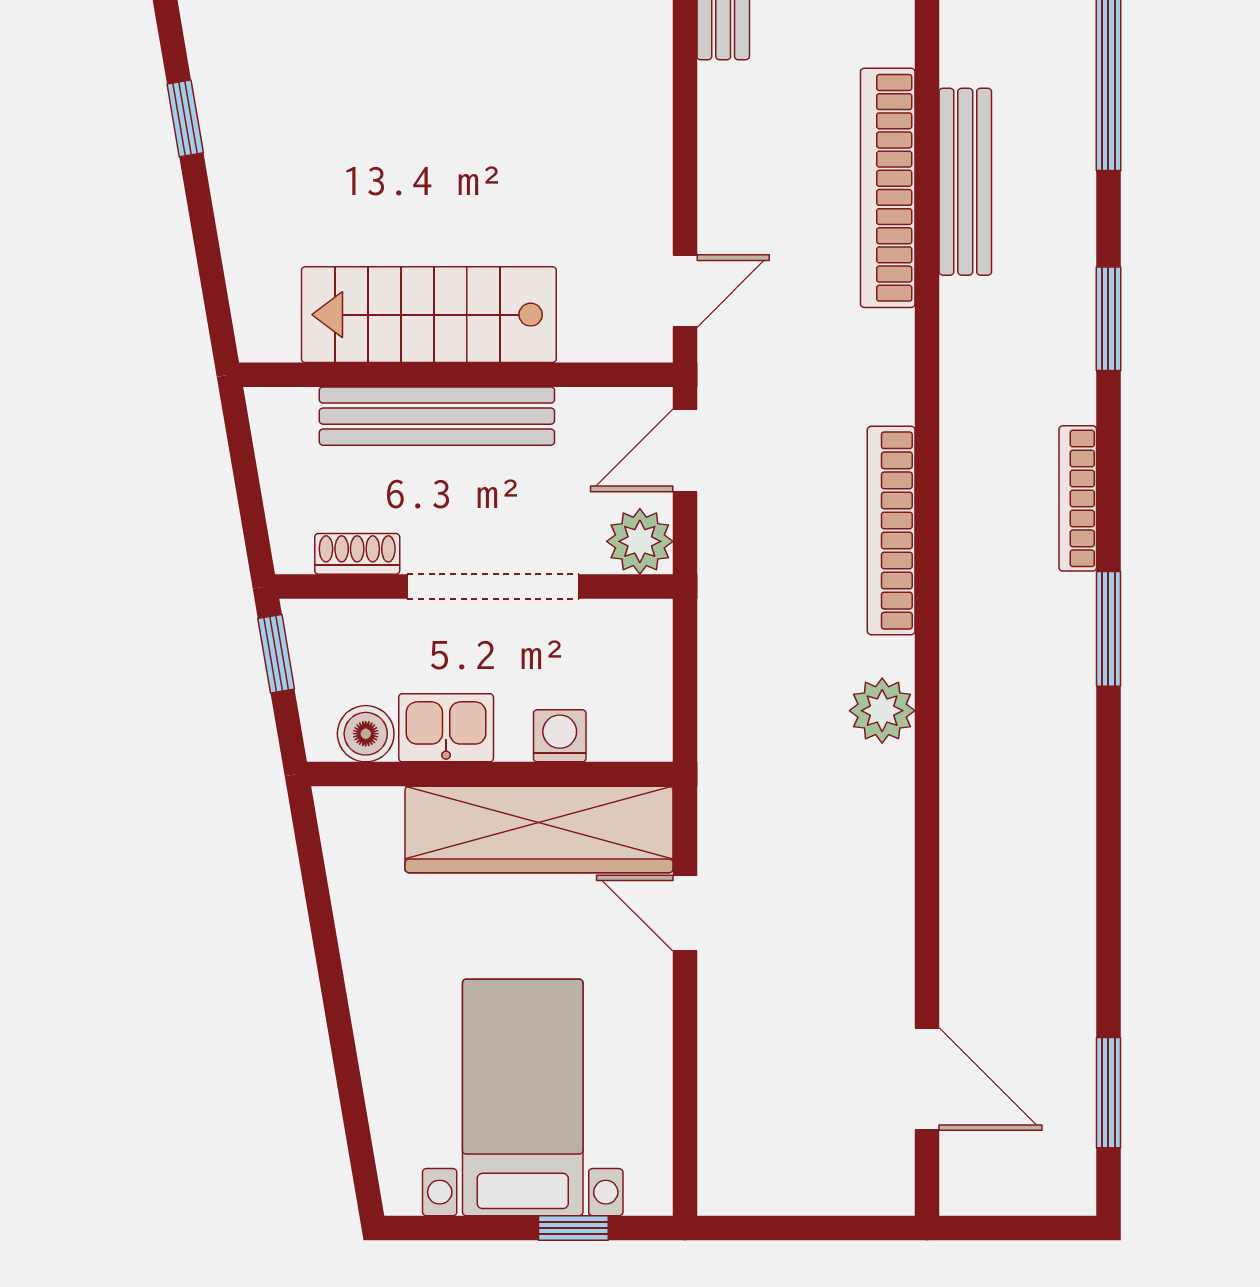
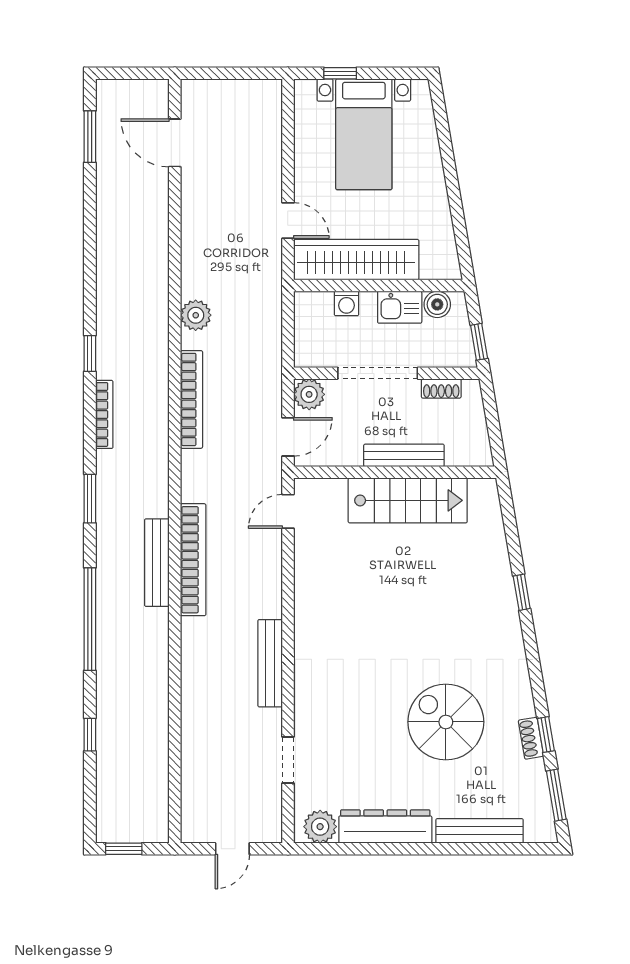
bench: (437, 416) -> (404, 455), width x0.73, depth x0.82
window: (1108, 629) -> (90, 353), width x0.67

